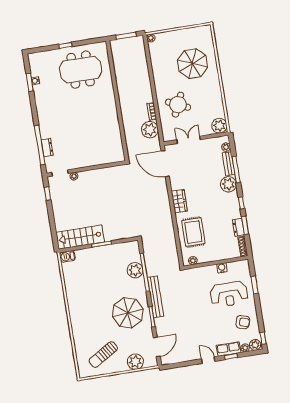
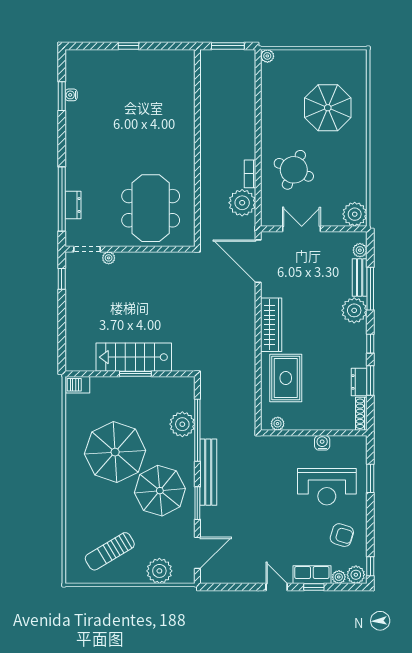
meeting table: (81, 70) -> (151, 208), moved, turned 90
wardrobe: (179, 201) -> (271, 325), width x1.50
stairs: (80, 237) -> (134, 357), moved
parasol: (97, 294) -> (115, 452), added

